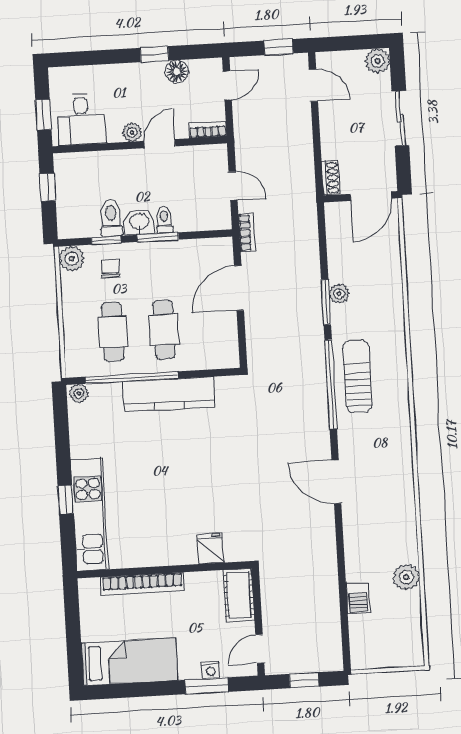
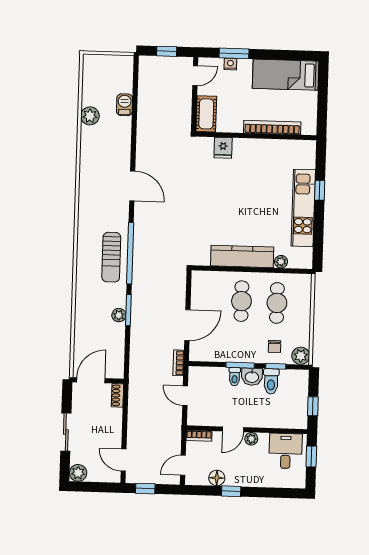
window: (132, 378) -> (267, 270), removed
plant: (79, 394) -> (281, 262), moved
kitchen unit: (89, 515) -> (303, 208), moved

